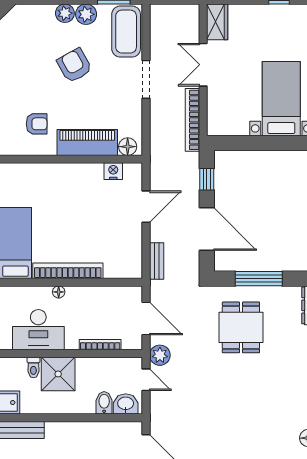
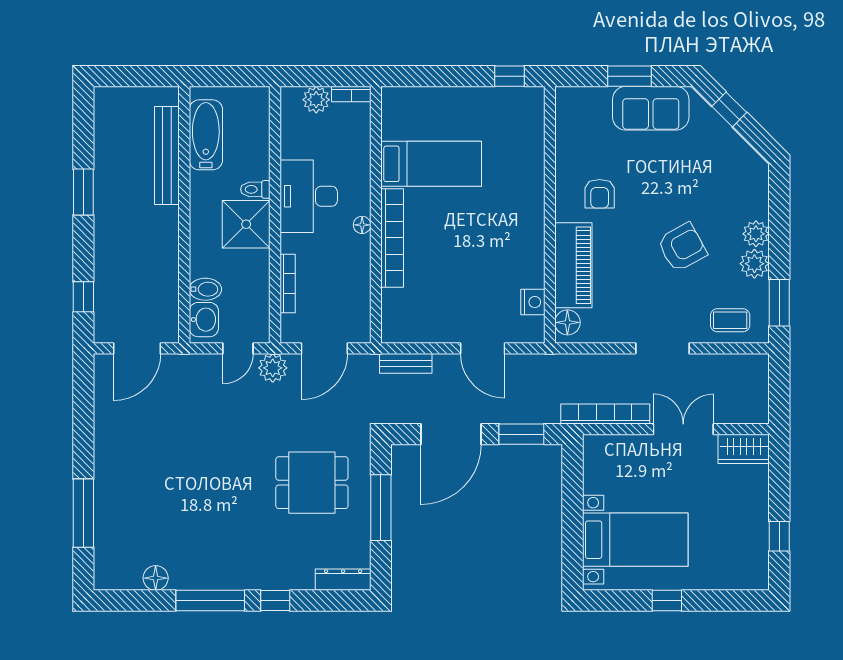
coffee table: (126, 32) -> (730, 320), width x0.54, depth x0.58
window: (207, 179) -> (521, 434), width x1.50

